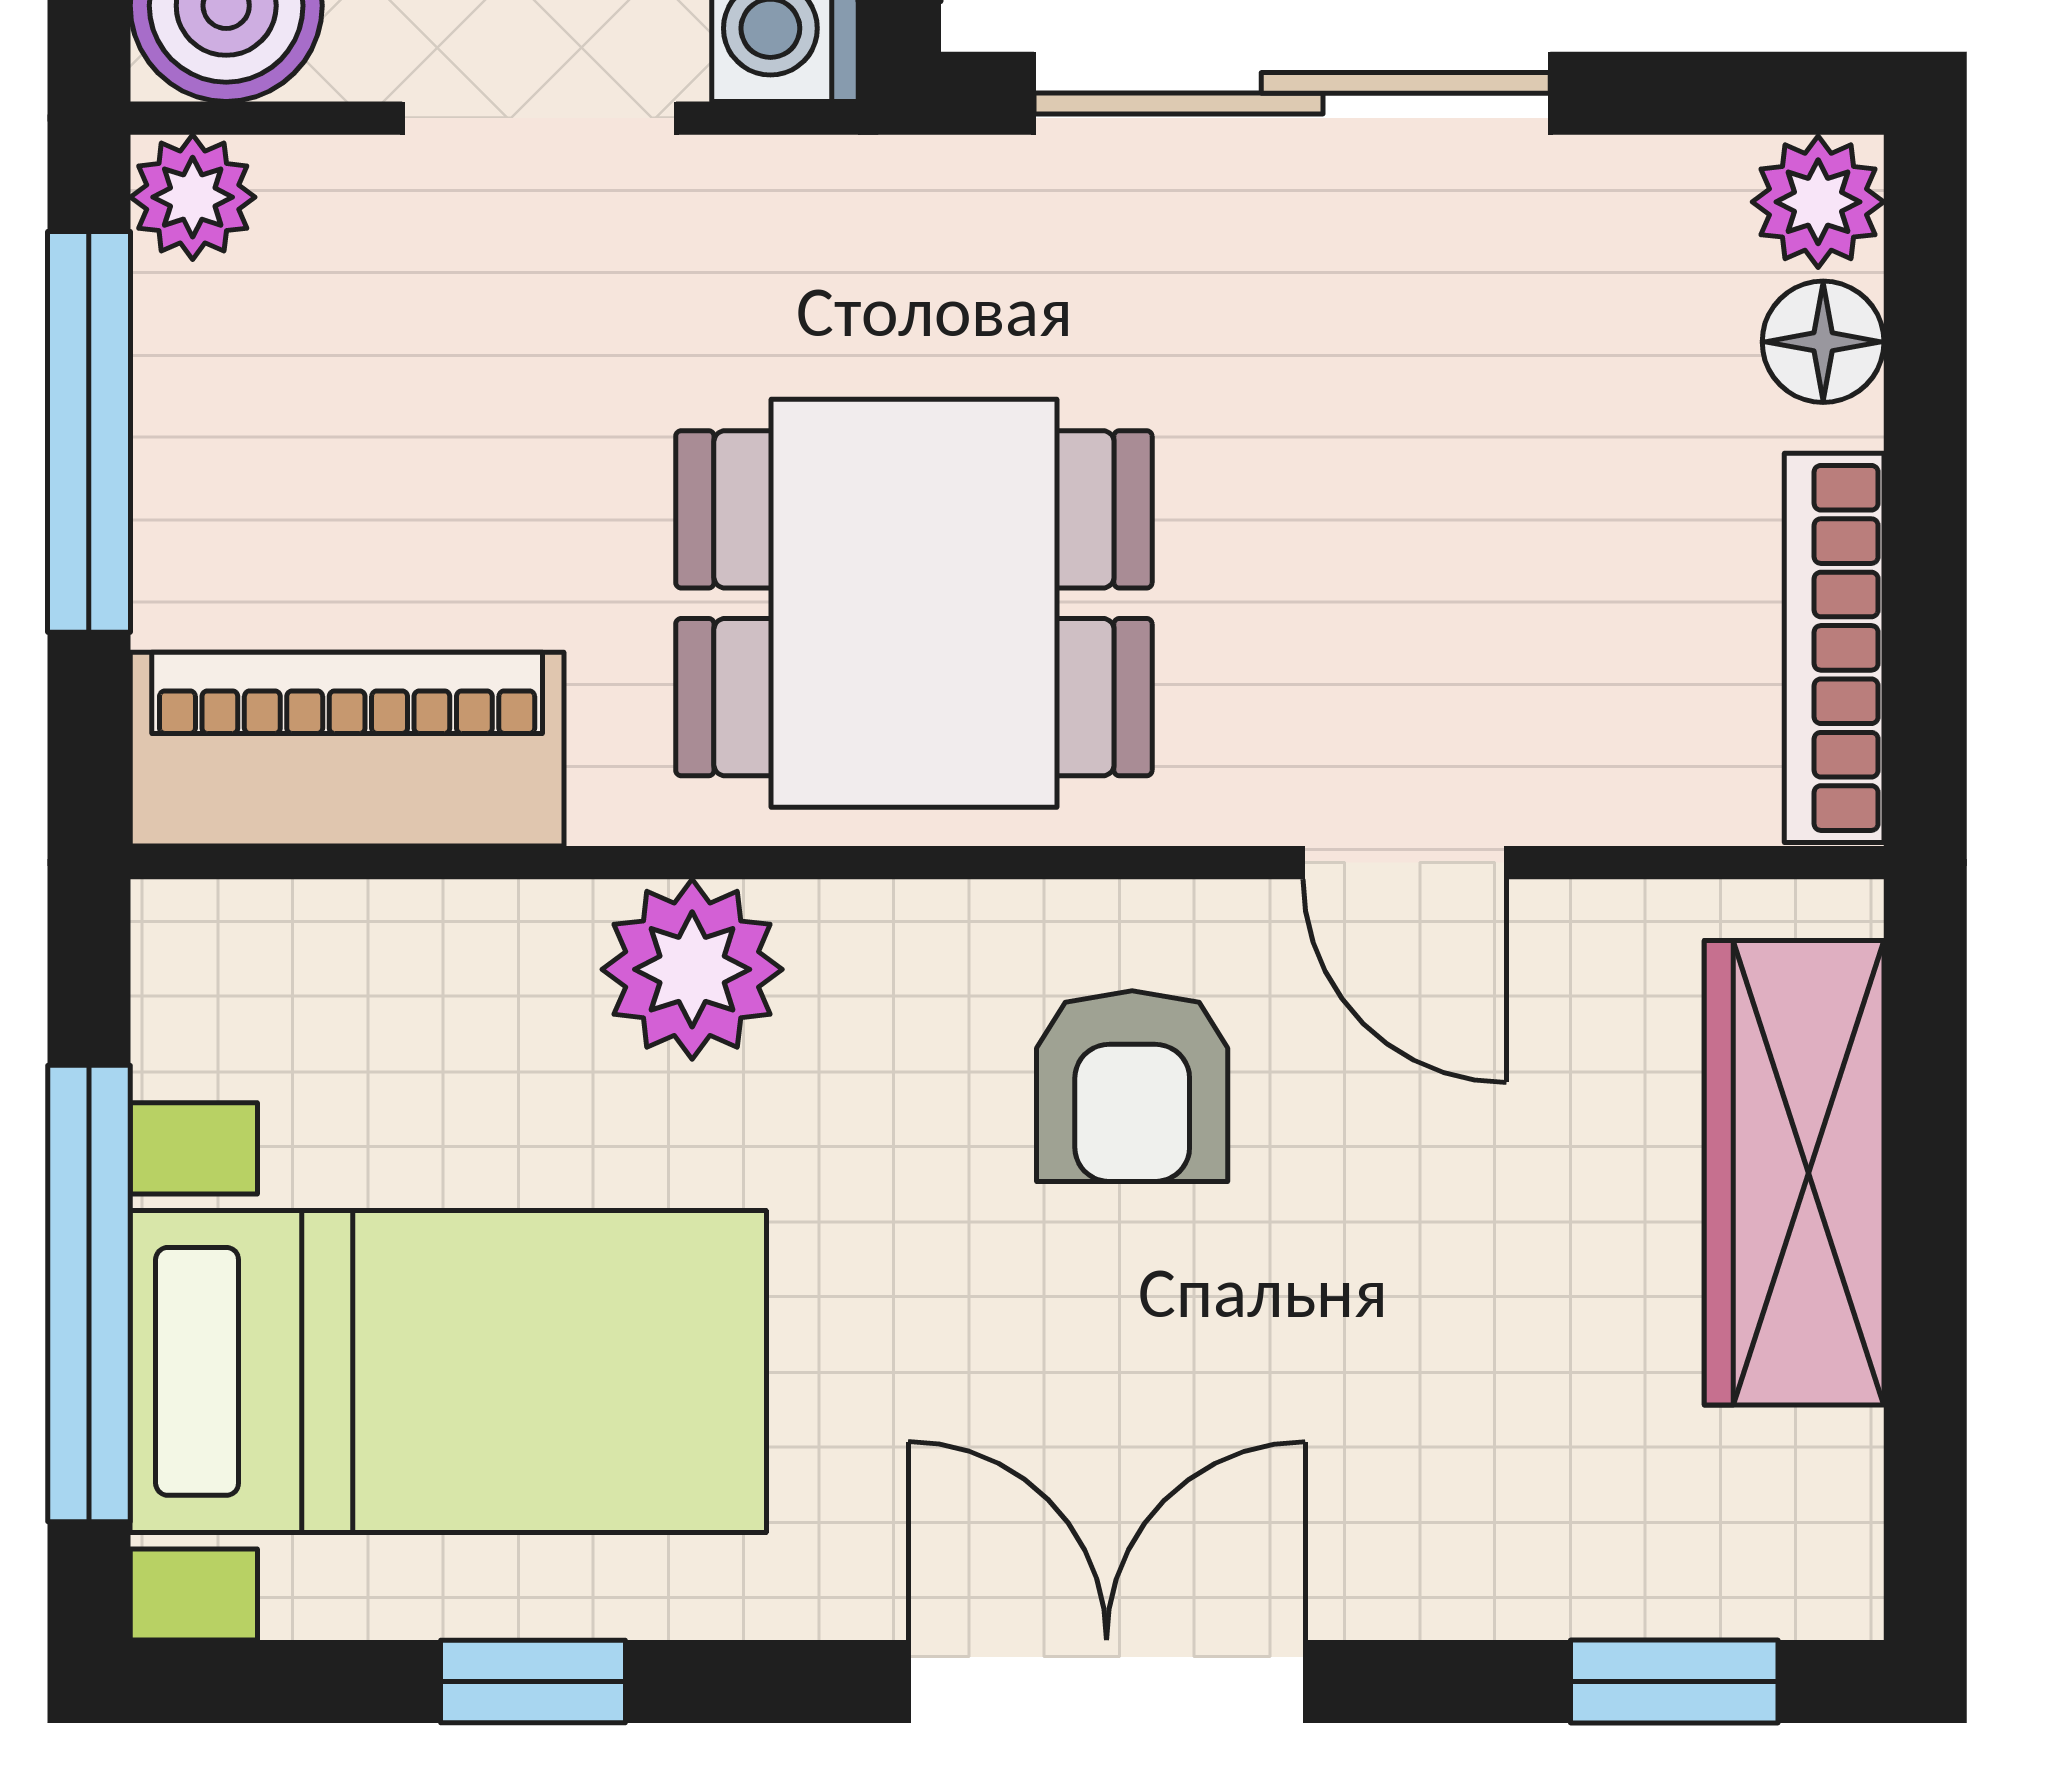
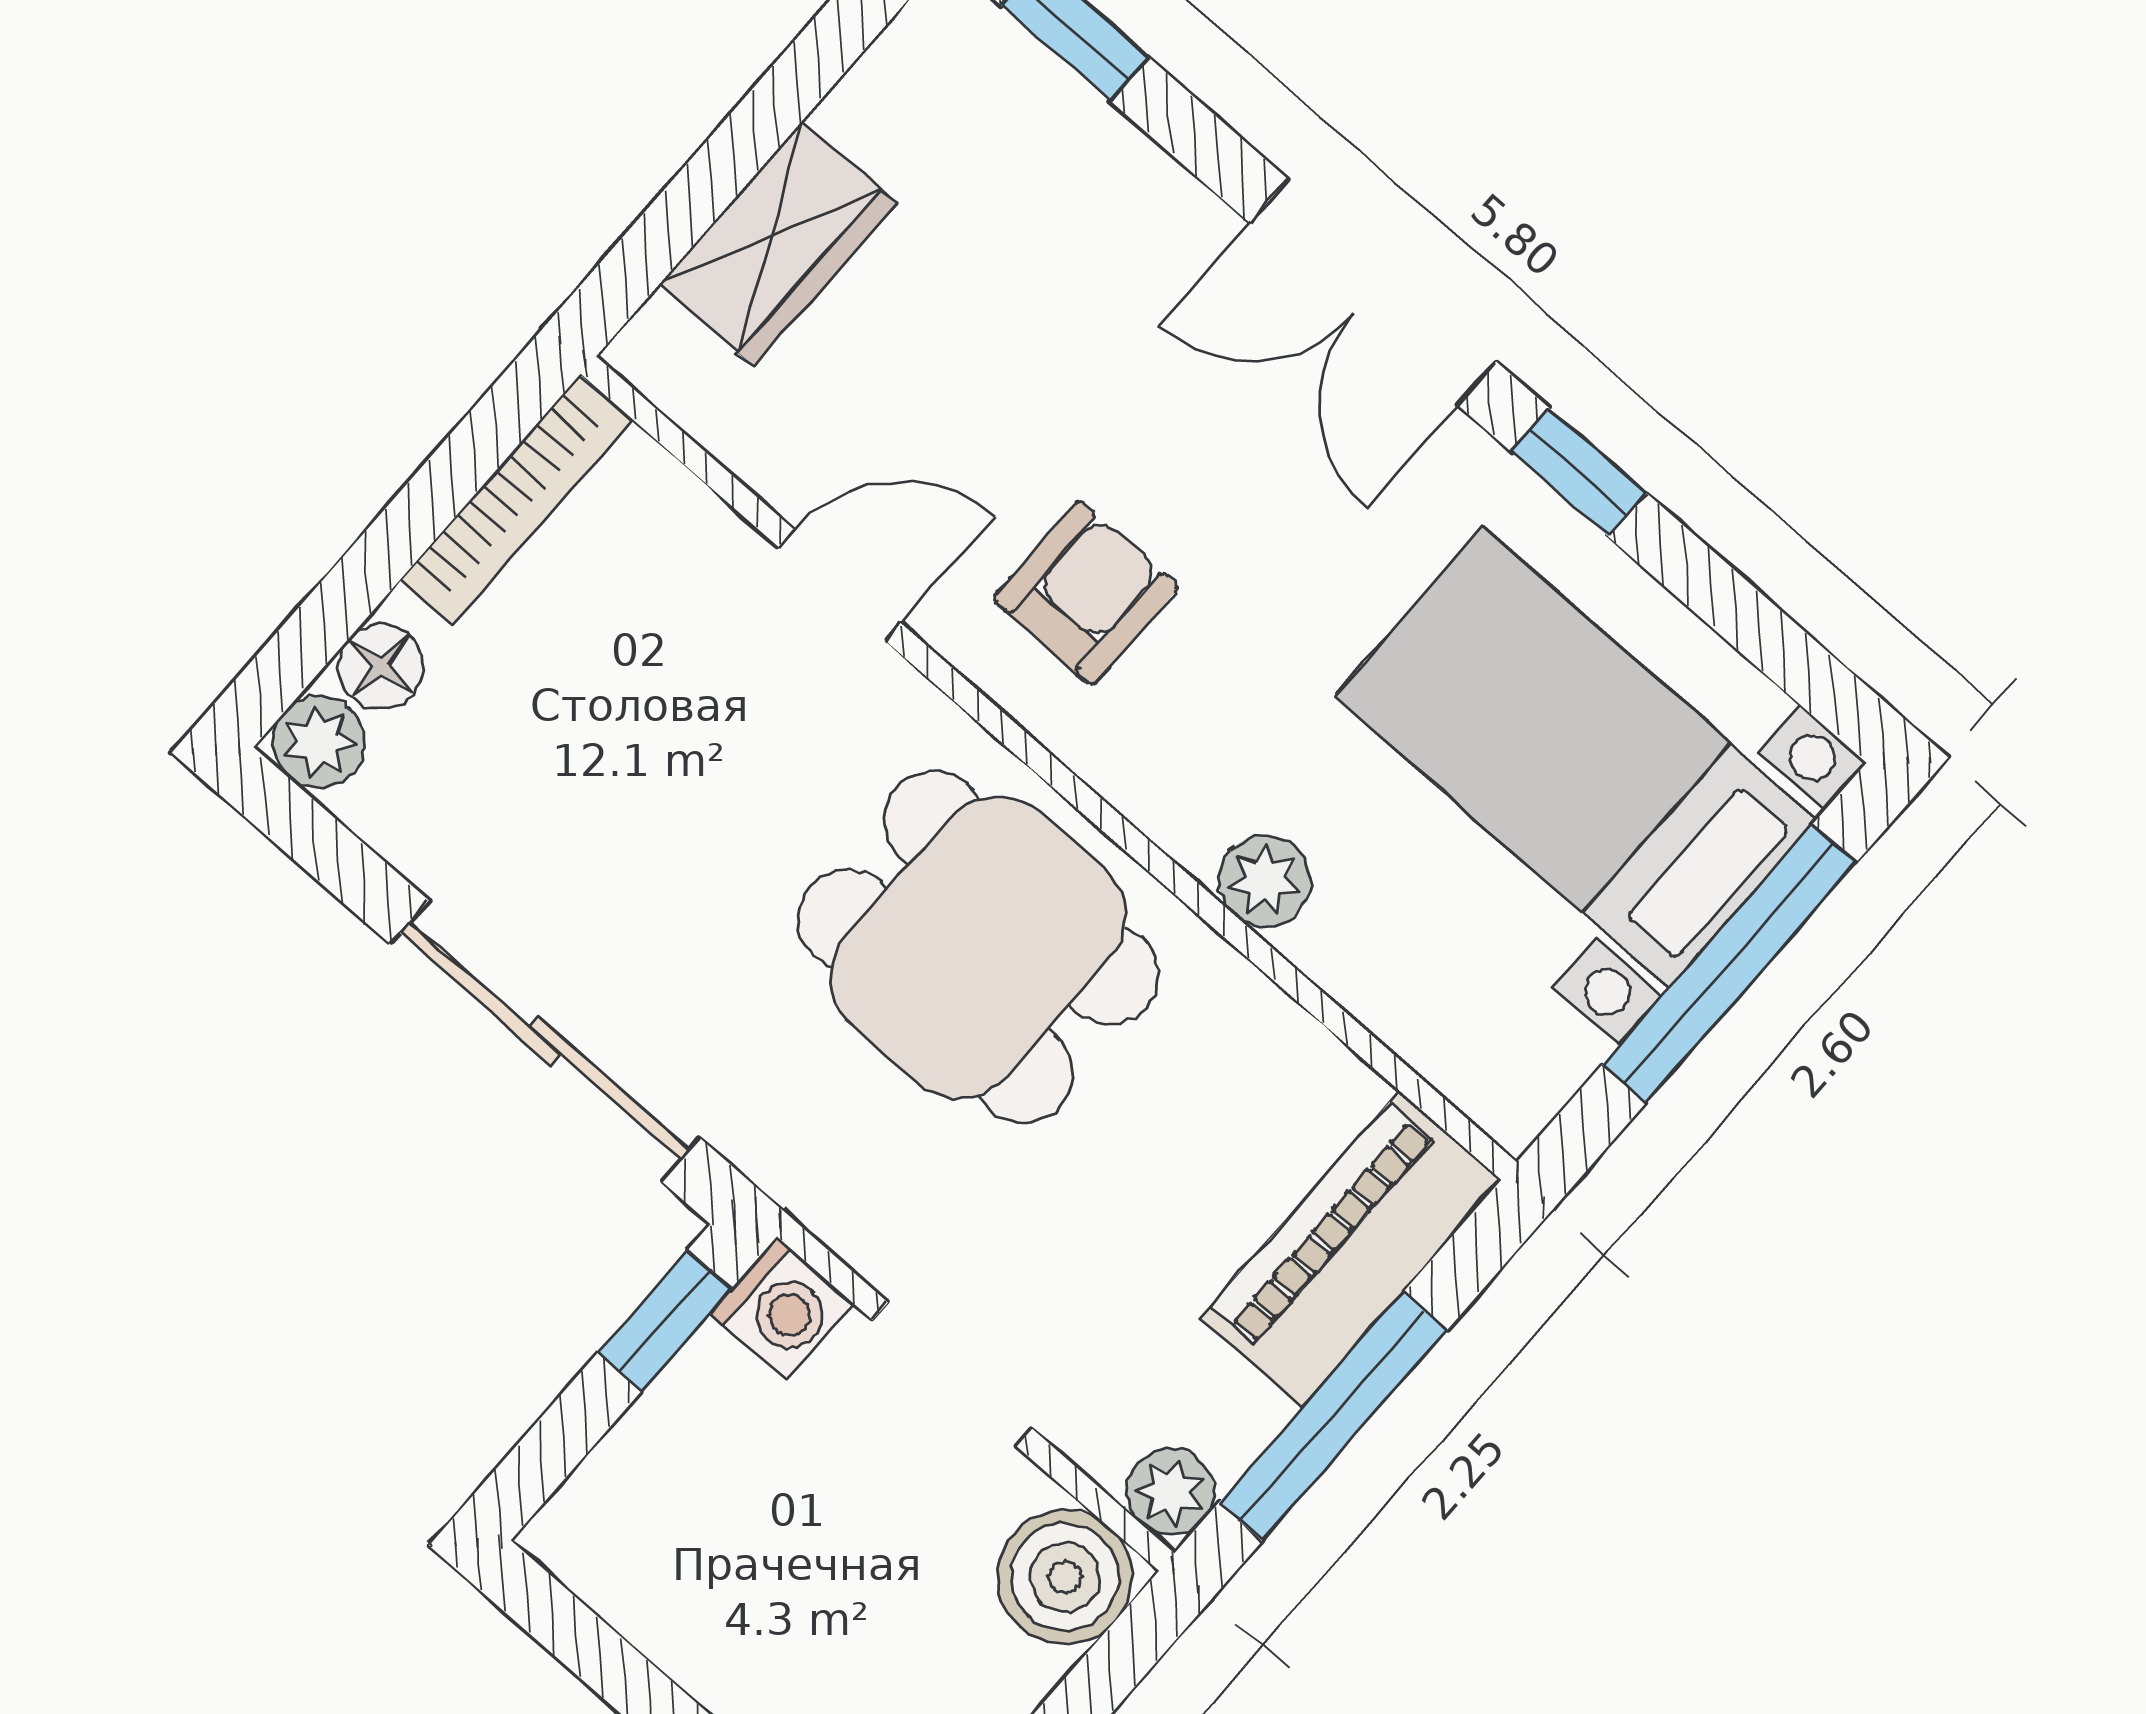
piano: (347, 749) -> (1351, 1249), moved, turned 90
door: (1405, 863) -> (840, 585), hinge flipped
plant: (692, 969) -> (1265, 881), width x0.73, depth x0.73
wardrobe: (1794, 1173) -> (778, 243), width x0.67
window: (533, 1681) -> (1578, 472), moved

